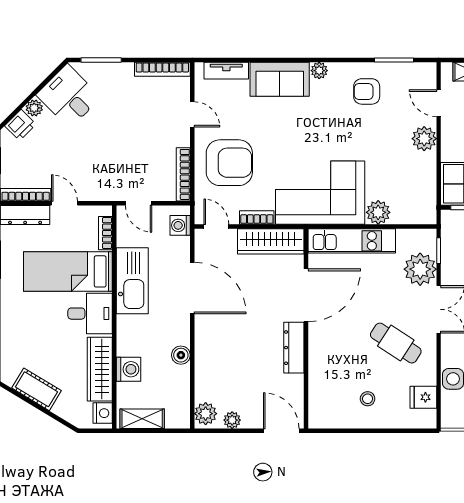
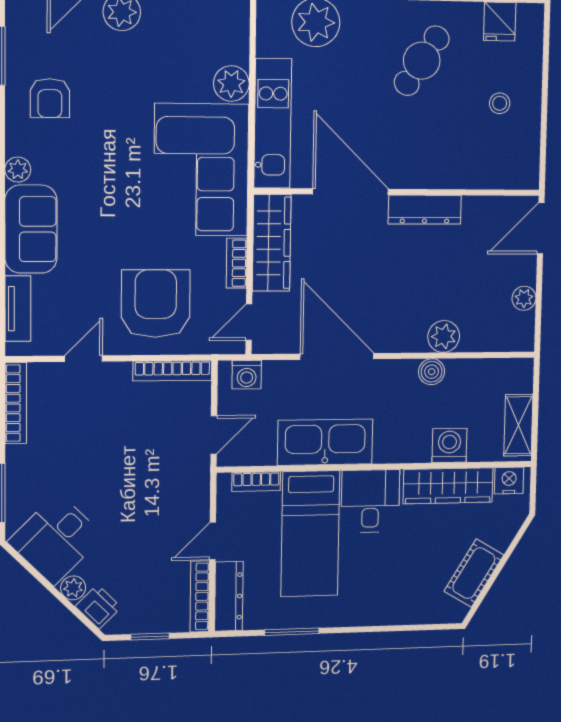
door: (192, 288) -> (337, 356), hinge flipped
plant: (206, 414) -> (444, 336), moved

